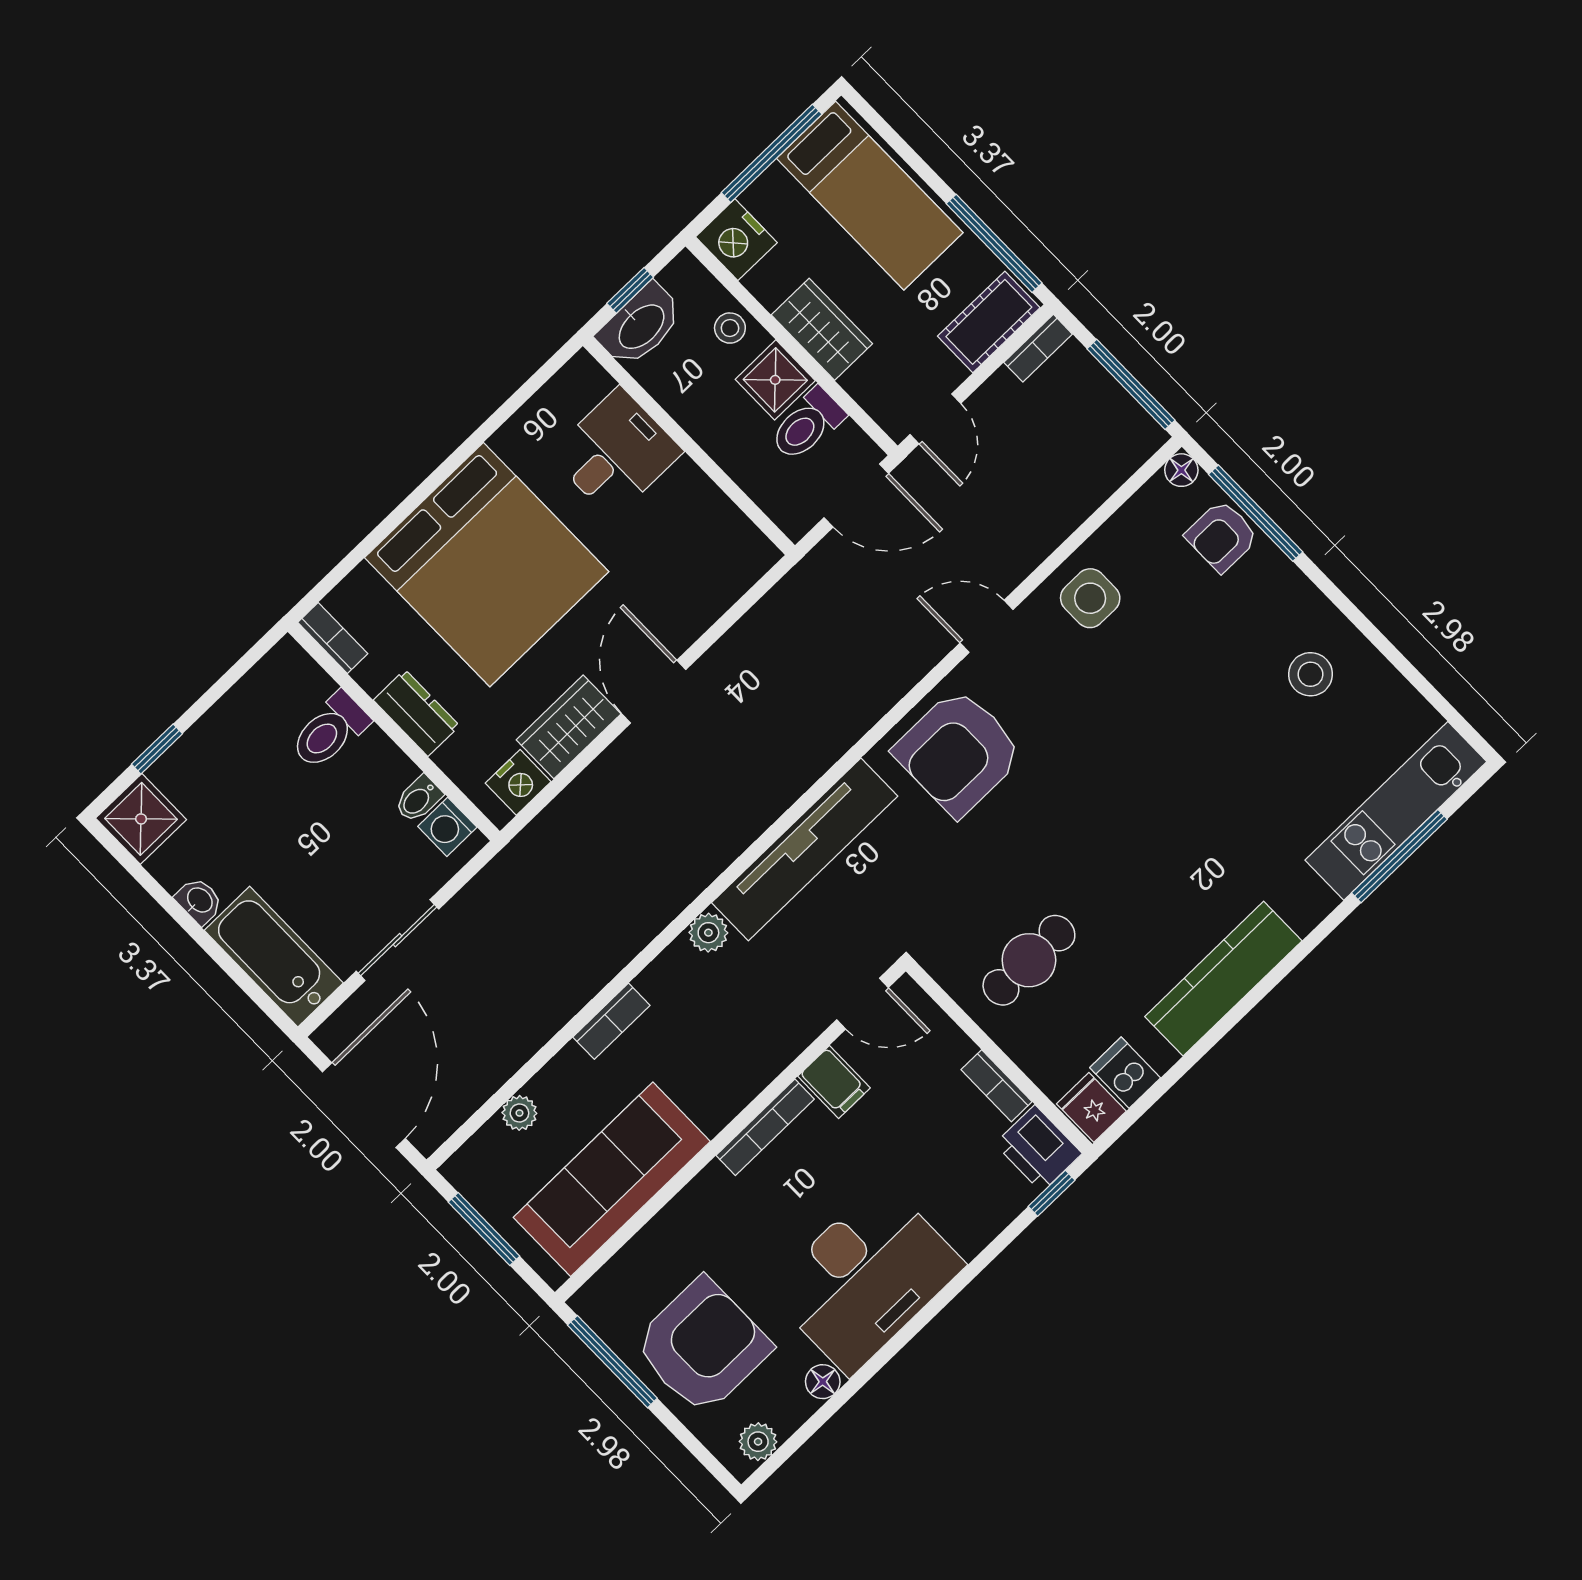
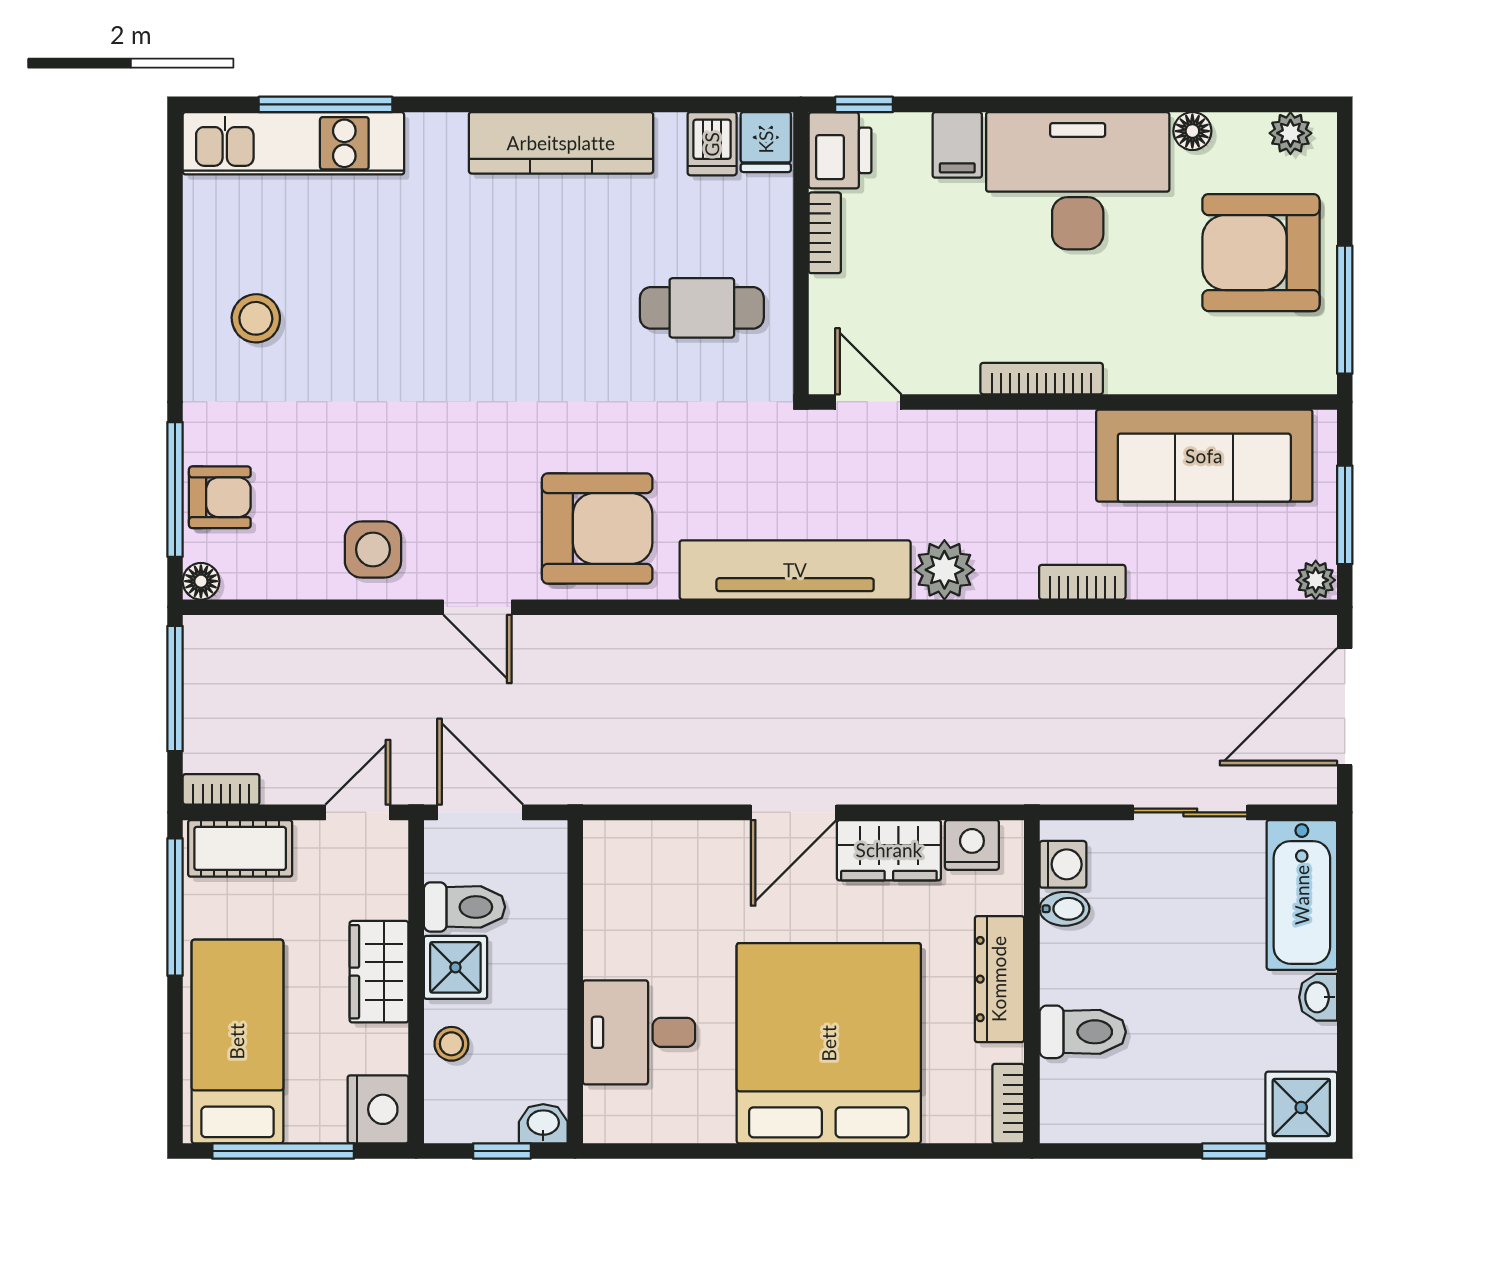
washbasin: (640, 326) -> (543, 1124), width x0.52, depth x0.69
dresser: (416, 713) -> (999, 979), width x1.44
plant: (708, 933) -> (944, 570), width x1.38, depth x1.38
filing cabinet: (834, 1082) -> (957, 145), moved, turned 180
plant: (519, 1113) -> (1316, 580), moved

